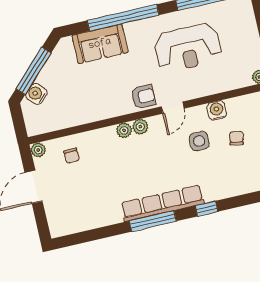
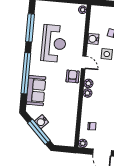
water cooler: (36, 94) -> (41, 122), moved

